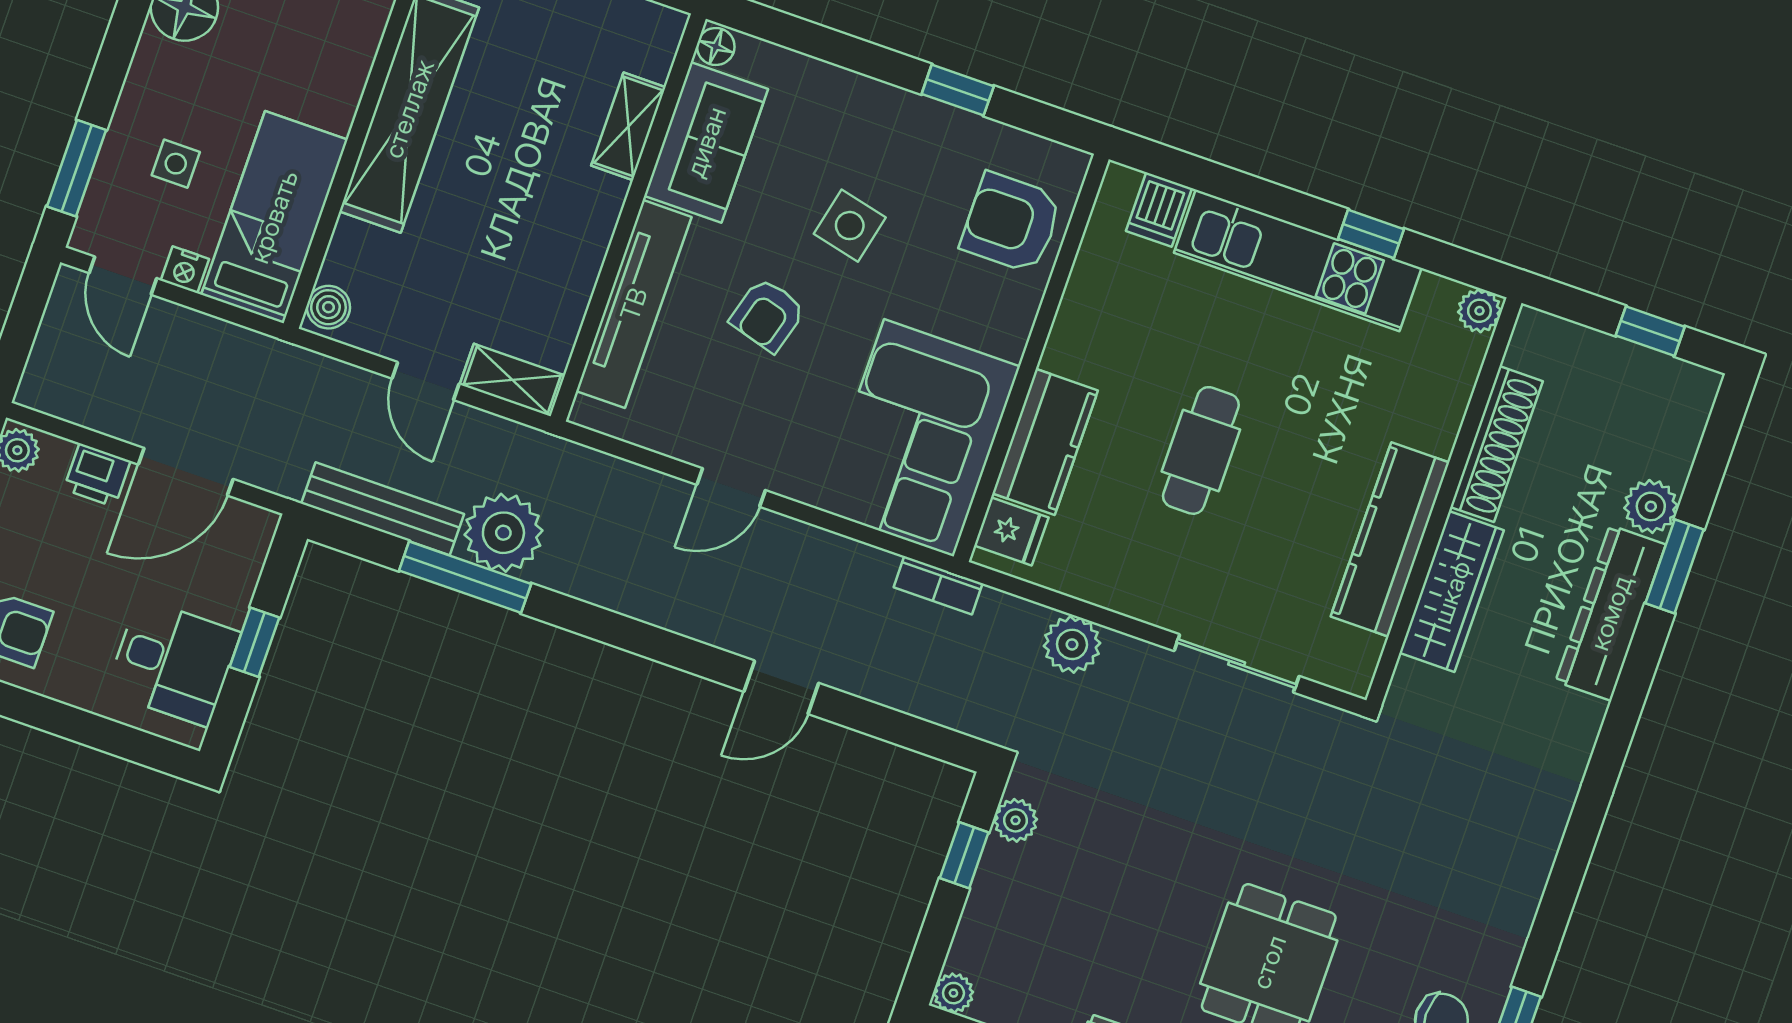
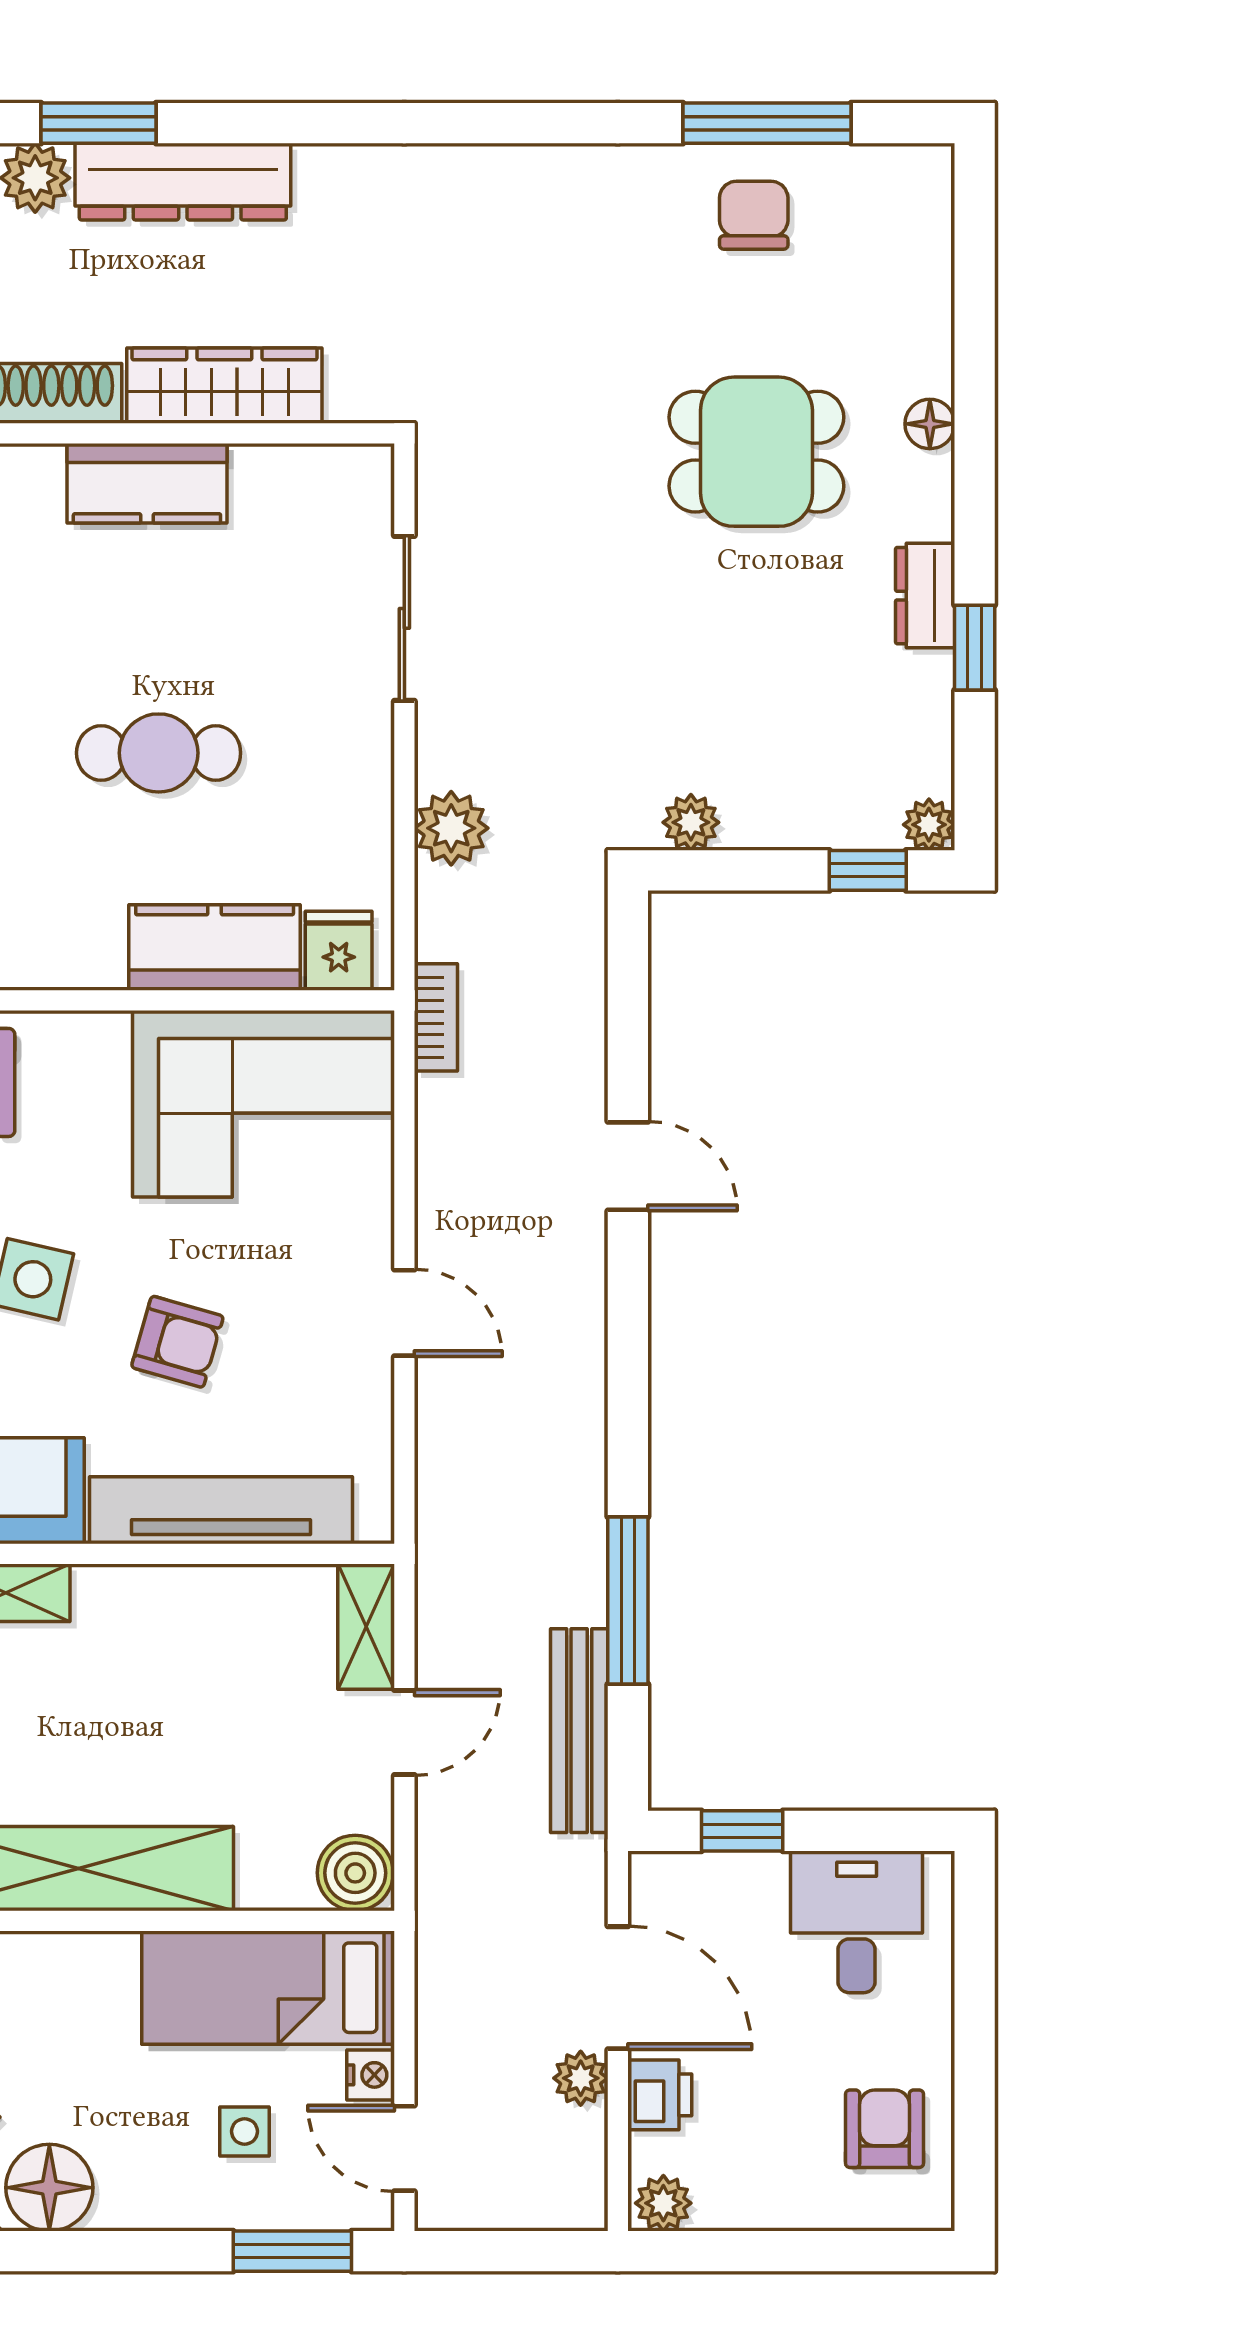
door: (123, 276) -> (404, 2148), swing flipped
boiler: (328, 307) -> (355, 1873), width x1.36, depth x1.36
plant: (503, 533) -> (581, 2078), moved, width x0.53, depth x0.53
kitchen counter: (1390, 539) -> (147, 483), width x0.67
window: (254, 642) -> (742, 1831), moved
window: (964, 855) -> (868, 870), moved

